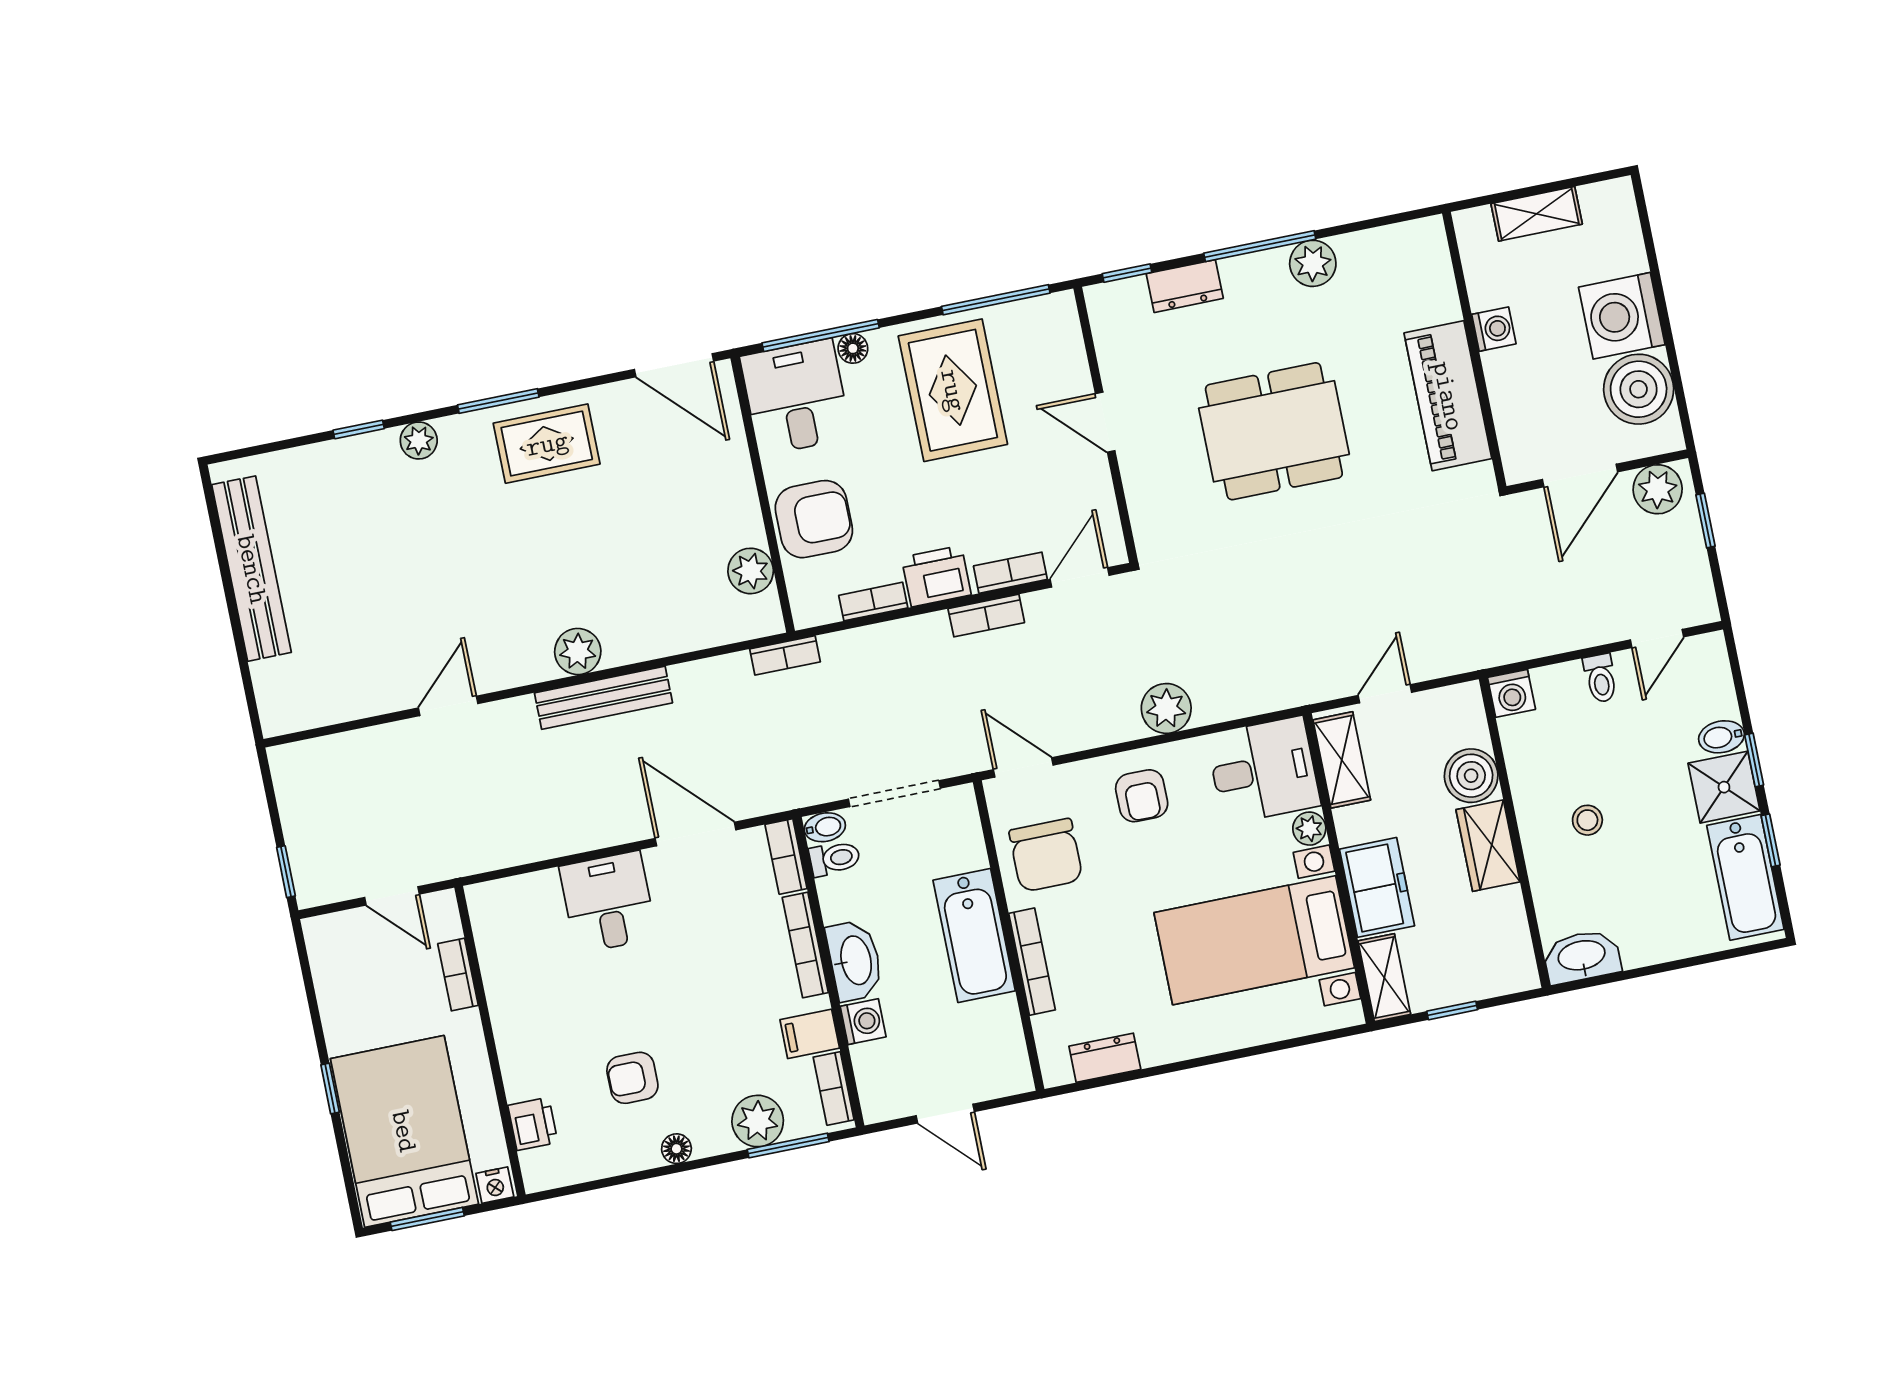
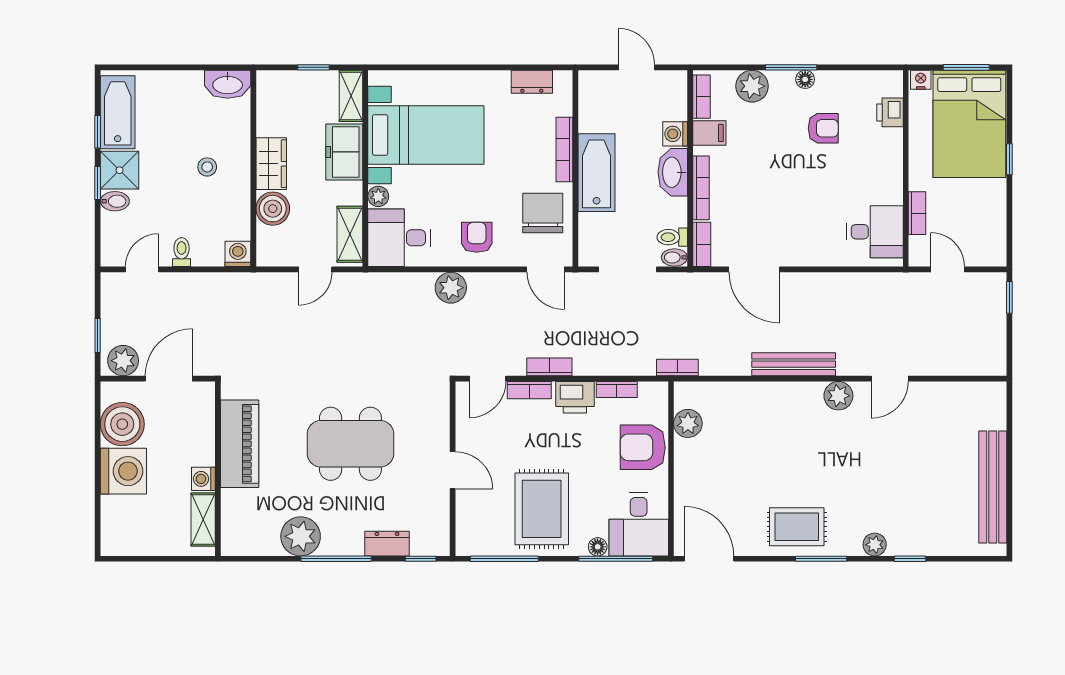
shelving: (1537, 214) -> (203, 520), moved, turned 90
plant: (1313, 263) -> (301, 536), width x1.36, depth x1.36
plant: (578, 651) -> (838, 396), moved
desk: (608, 902) -> (875, 232), moved, turned -90
window: (788, 1146) -> (791, 67), moved

